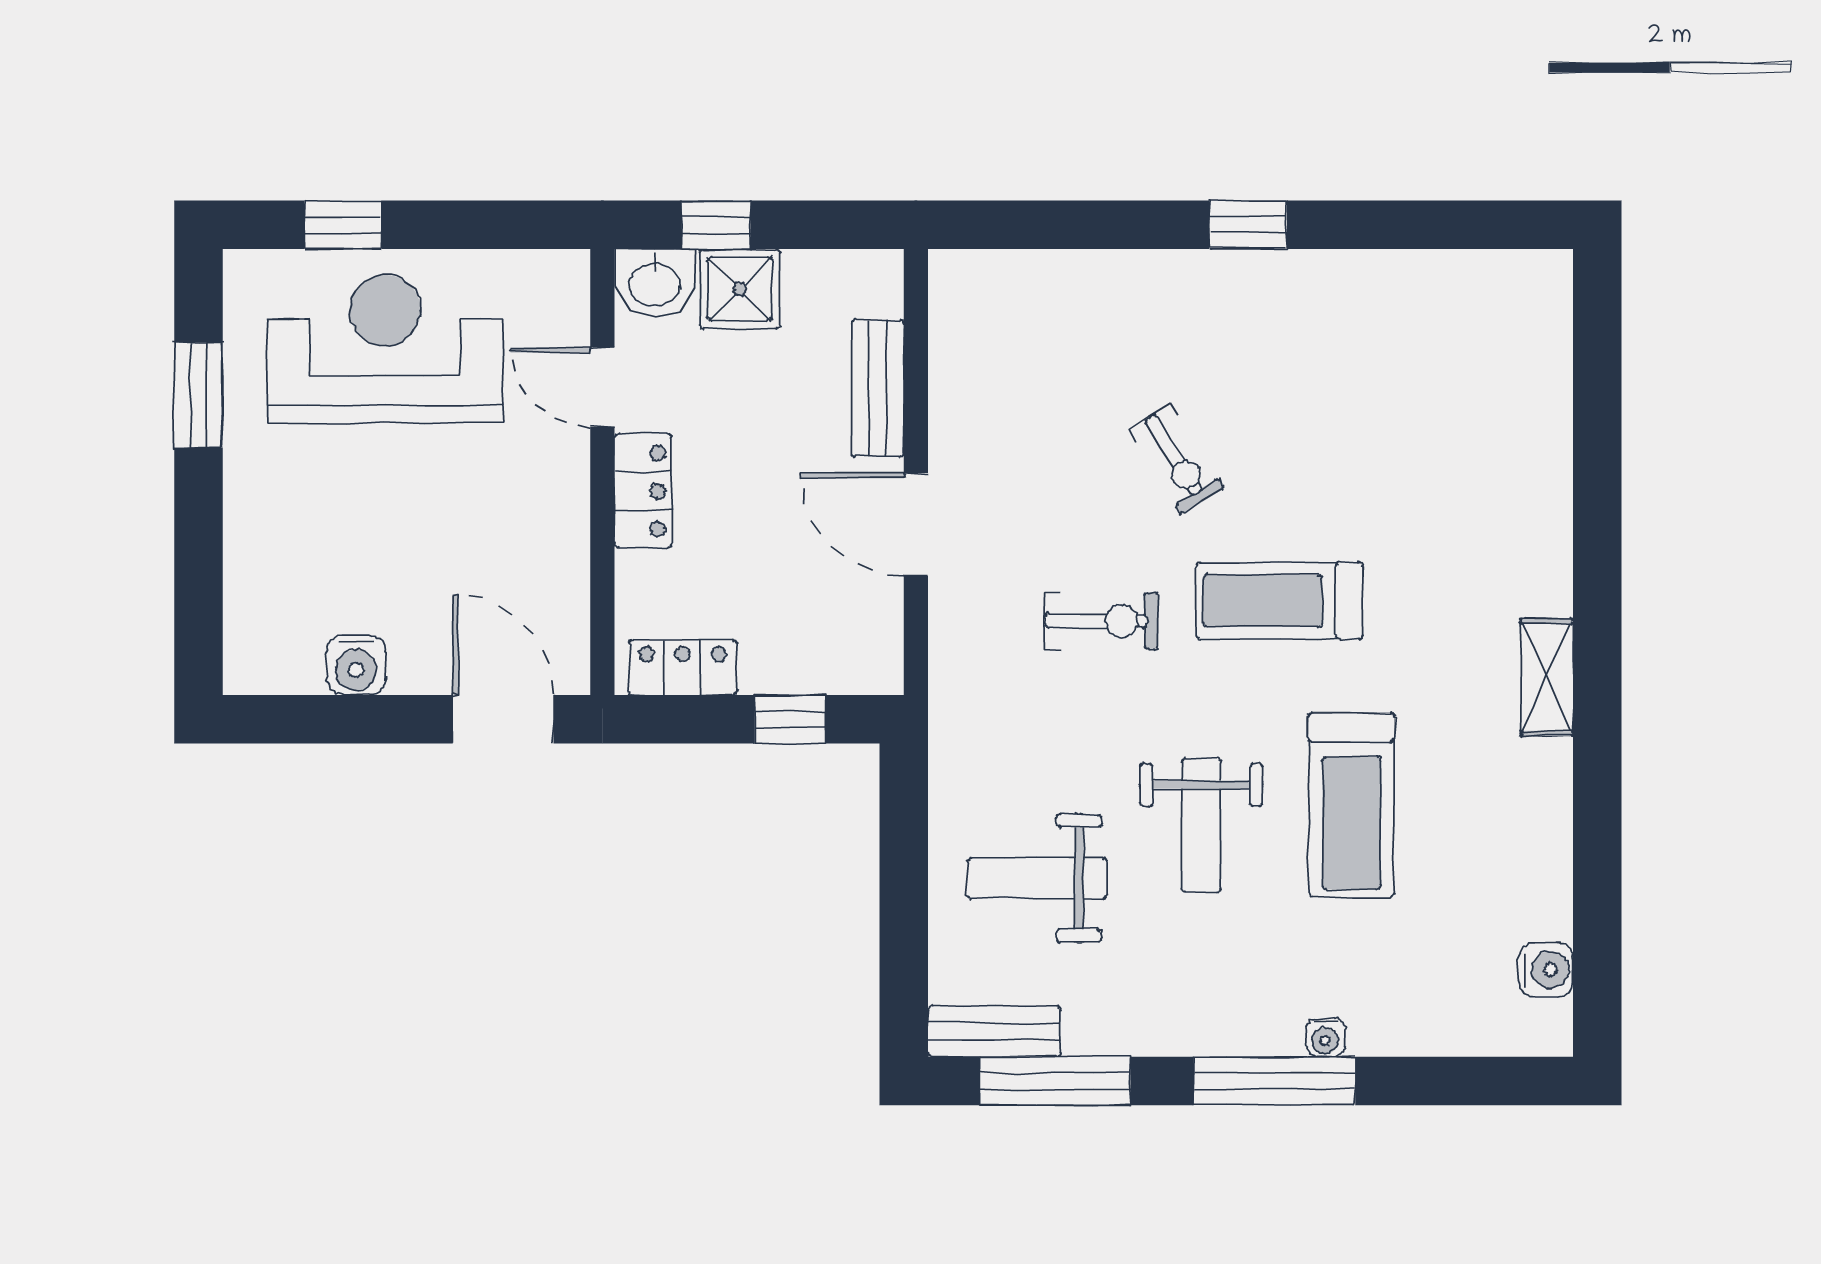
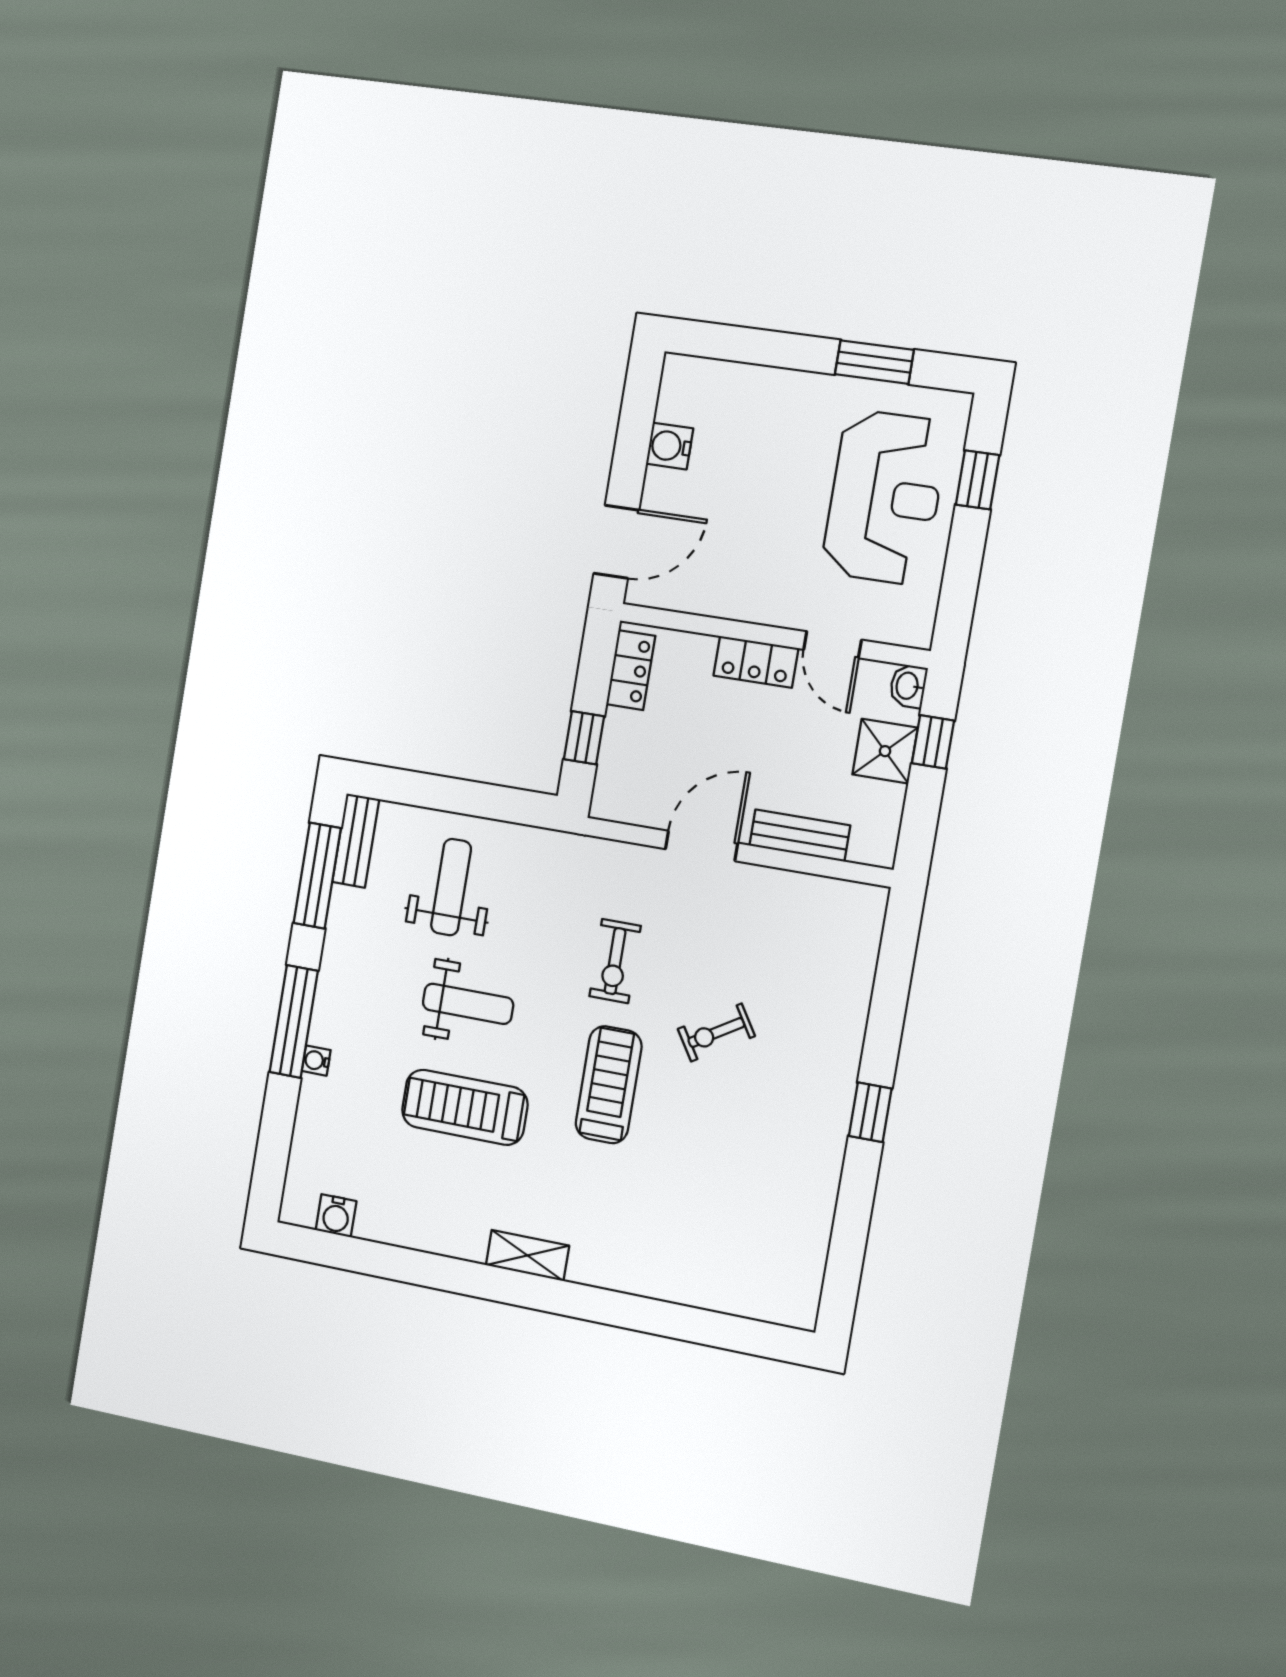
washbasin: (655, 283) -> (908, 686), width x0.72, depth x0.69
door: (602, 387) -> (833, 645), swing flipped
weight bench: (1201, 825) -> (468, 1004), turned 180

